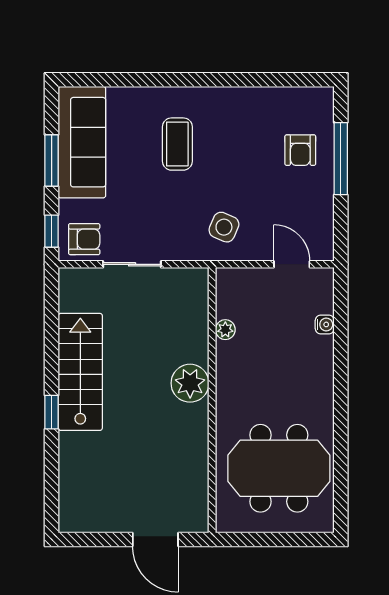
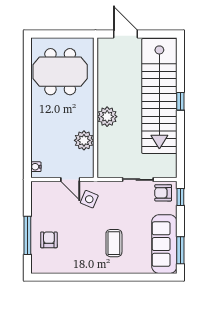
window: (52, 161) -> (180, 250), moved
door: (292, 264) -> (70, 179), moved
water cooler: (325, 324) -> (36, 167), moved
plant: (225, 330) -> (84, 140), width x1.87, depth x1.87
stairs: (80, 372) -> (159, 96), width x1.86, depth x1.51

